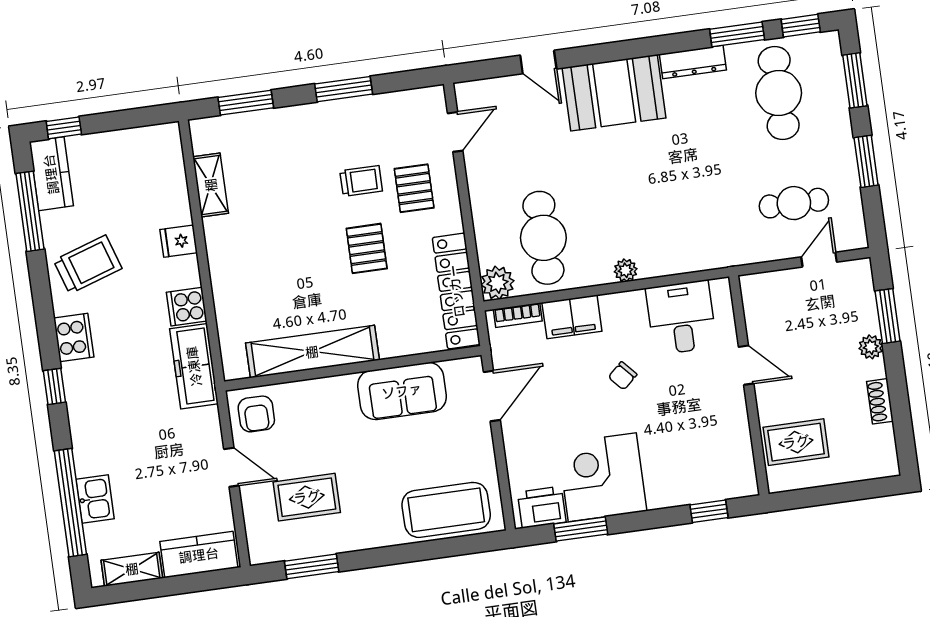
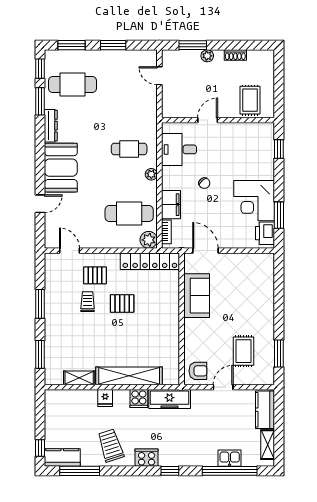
cafe table: (794, 203) -> (129, 149), moved, turned 90
shelving: (312, 352) -> (129, 376), moved, turned 90
coffee table: (446, 510) -> (260, 282), removed

